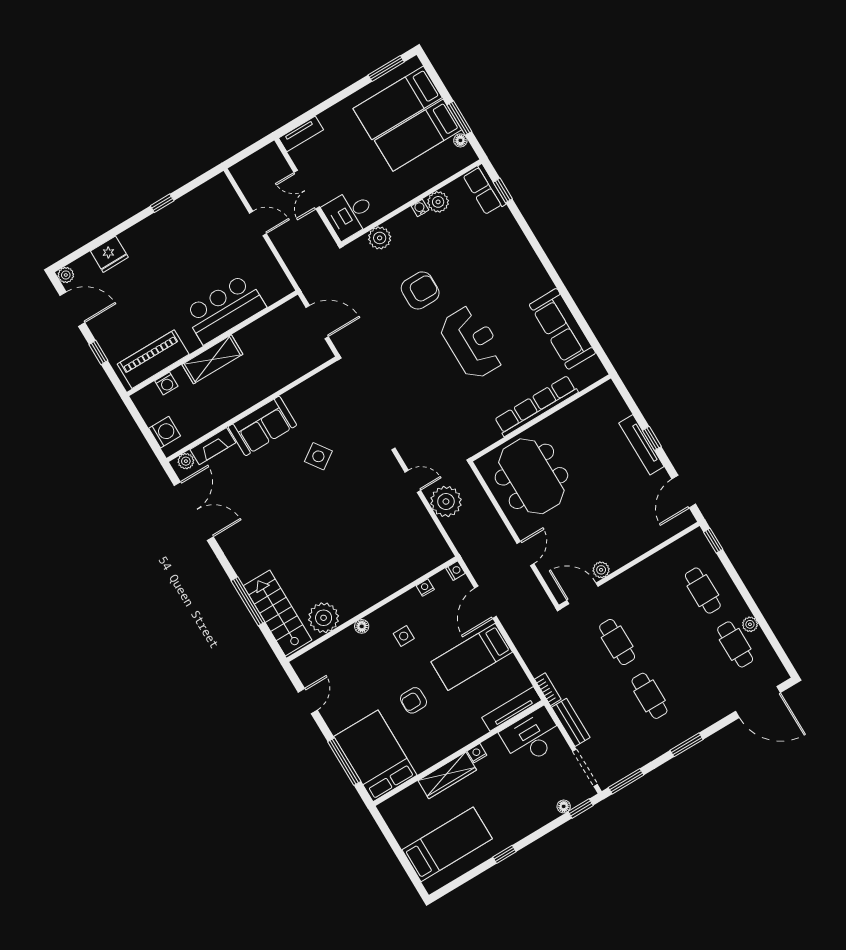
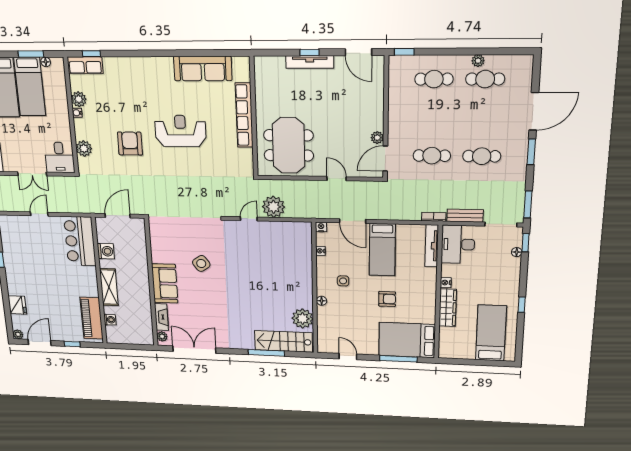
bar counter: (225, 309) -> (80, 241), moved
washing machine: (165, 432) -> (106, 251), moved, turned 90
meeting table: (531, 476) -> (289, 145), turned 90
armchair: (413, 700) -> (387, 299), turned -90
door: (758, 702) -> (534, 111), moved

